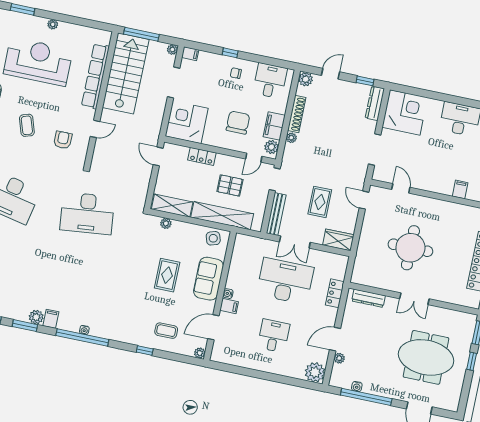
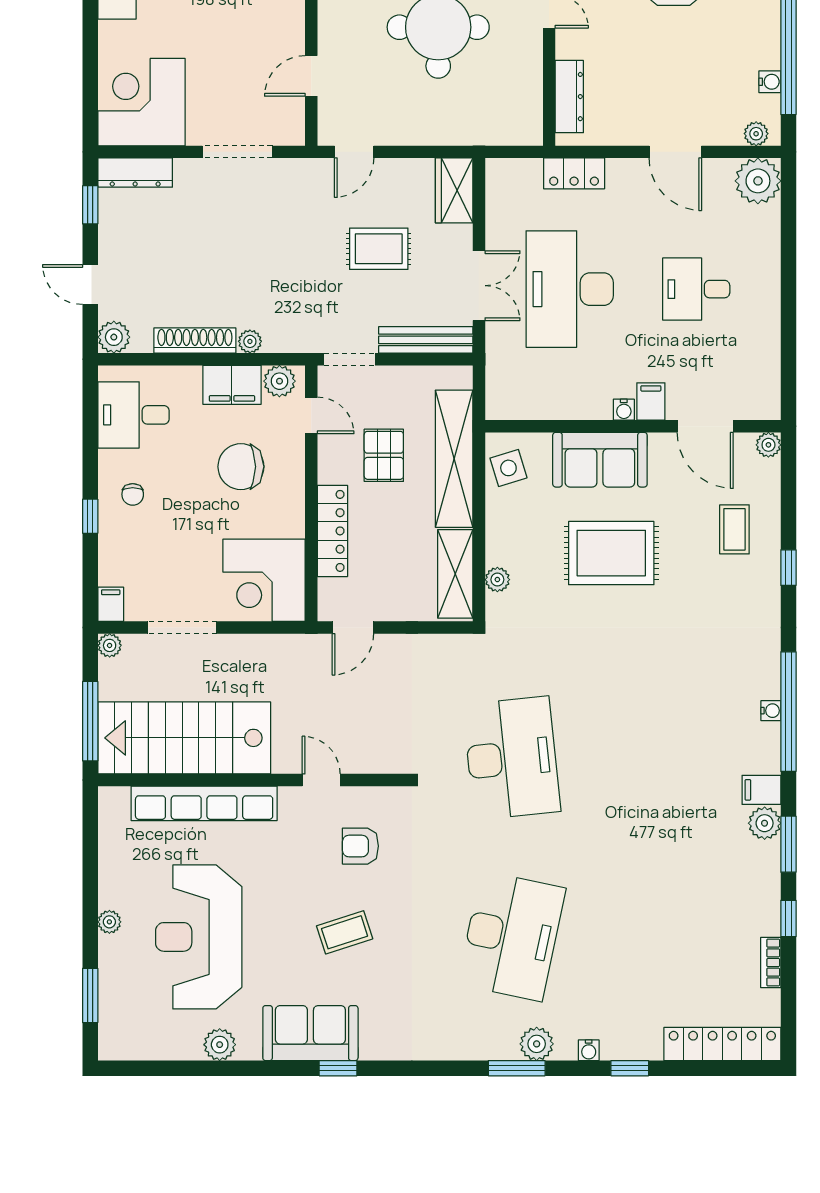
locker: (202, 156) -> (332, 531), width x1.53
rug: (167, 275) -> (611, 553), width x1.36, depth x1.43
plant: (339, 358) -> (756, 134), moved

